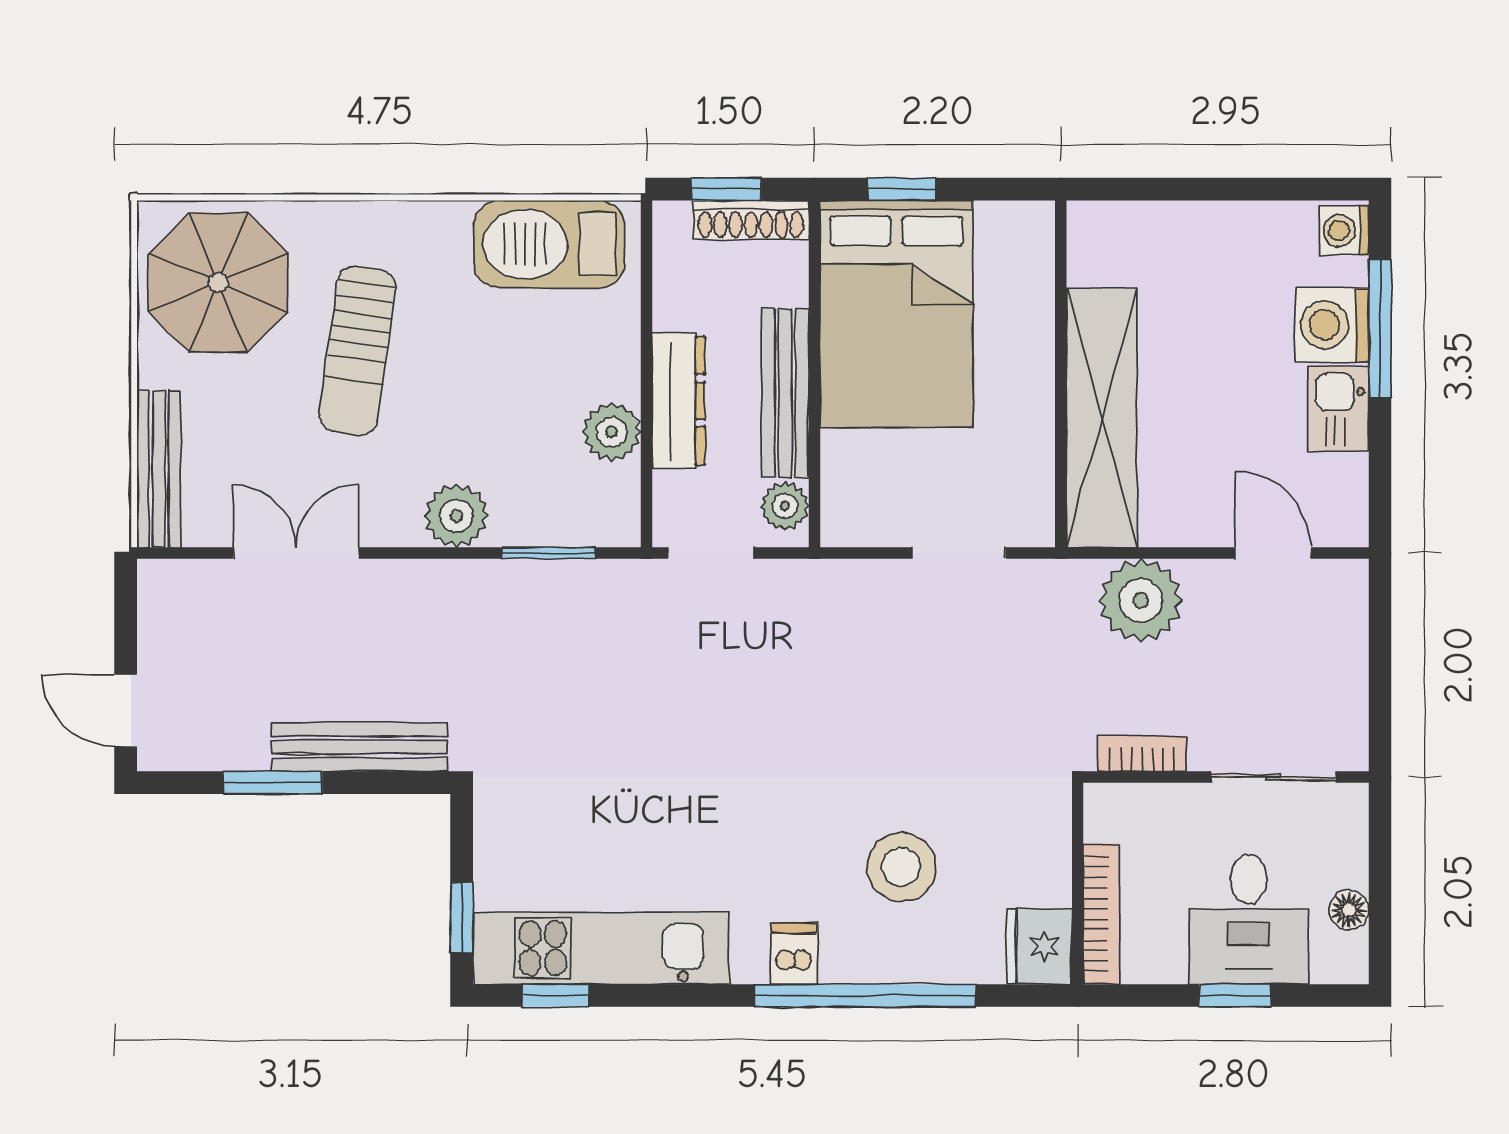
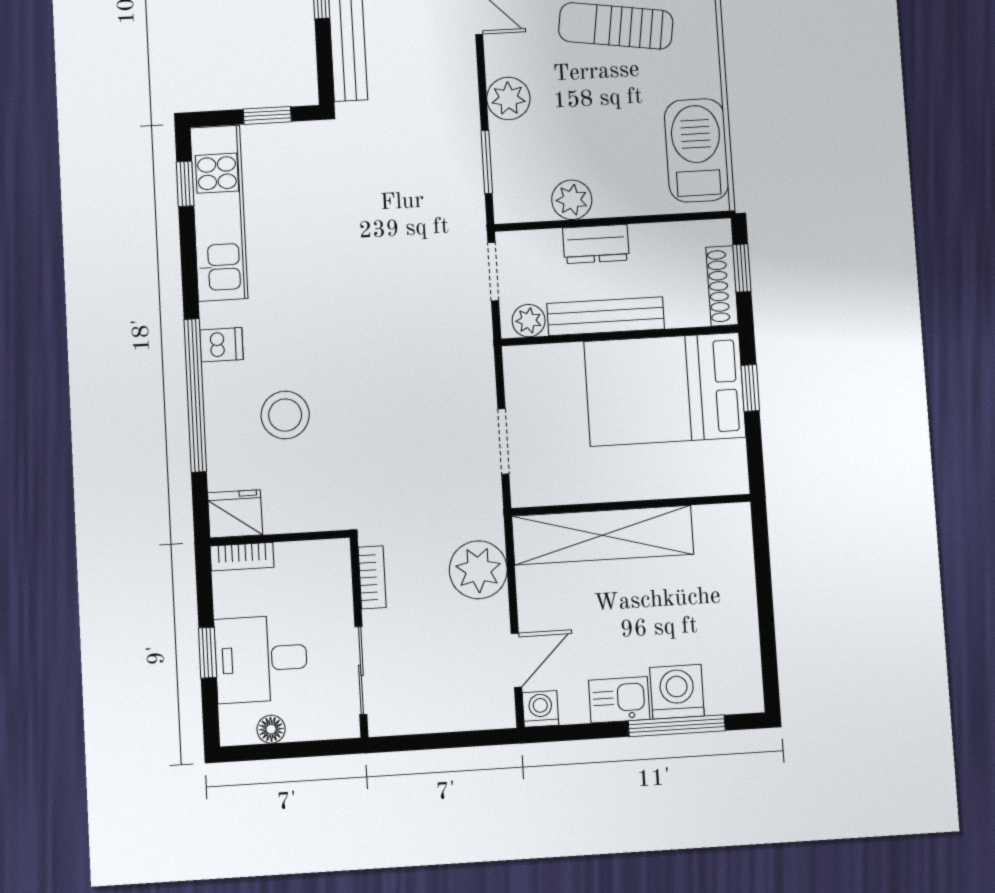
washing machine: (1344, 231) -> (540, 709), moved
dresser: (679, 401) -> (596, 244), width x0.70
bookcase: (1101, 914) -> (242, 557), width x0.64
window: (462, 917) -> (267, 115), moved

